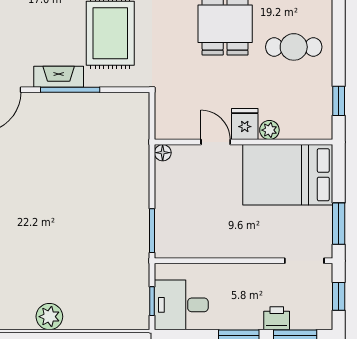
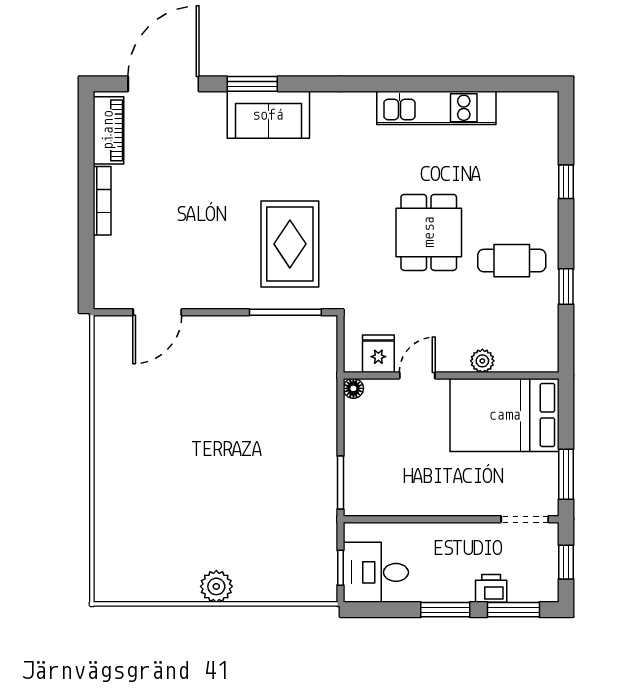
fireplace: (59, 77) -> (227, 297), removed
window: (70, 90) -> (285, 312), moved
window: (339, 101) -> (566, 287), moved
fridge: (245, 124) -> (378, 354), moved
door: (216, 142) -> (417, 375), hinge flipped

